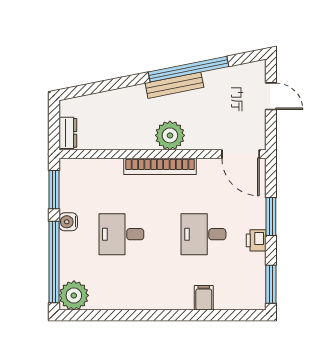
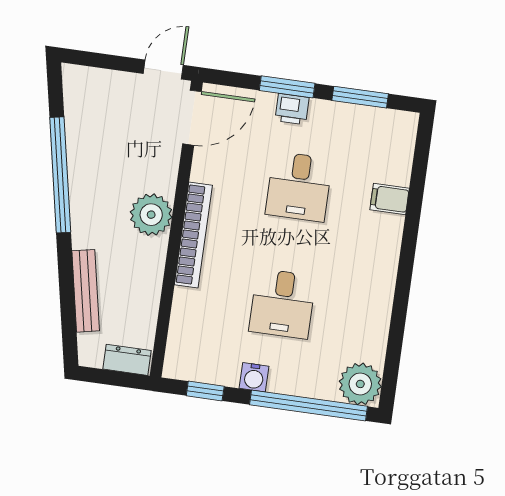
bench: (174, 85) -> (86, 291), moved
door: (271, 96) -> (163, 69), moved
window: (54, 190) -> (205, 391), width x0.67
printer: (256, 240) -> (292, 109), moved
window: (271, 284) -> (360, 97), moved

